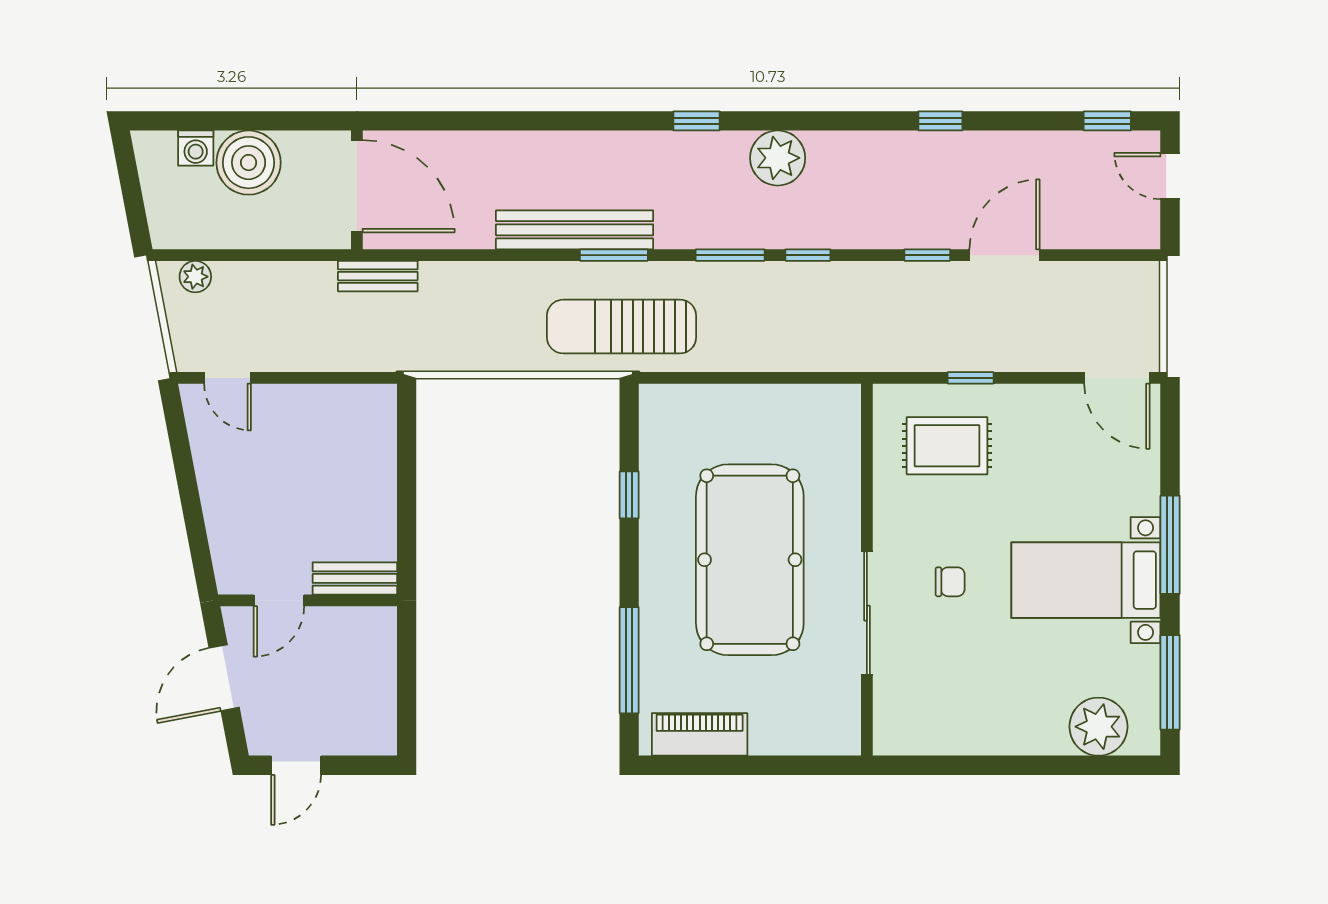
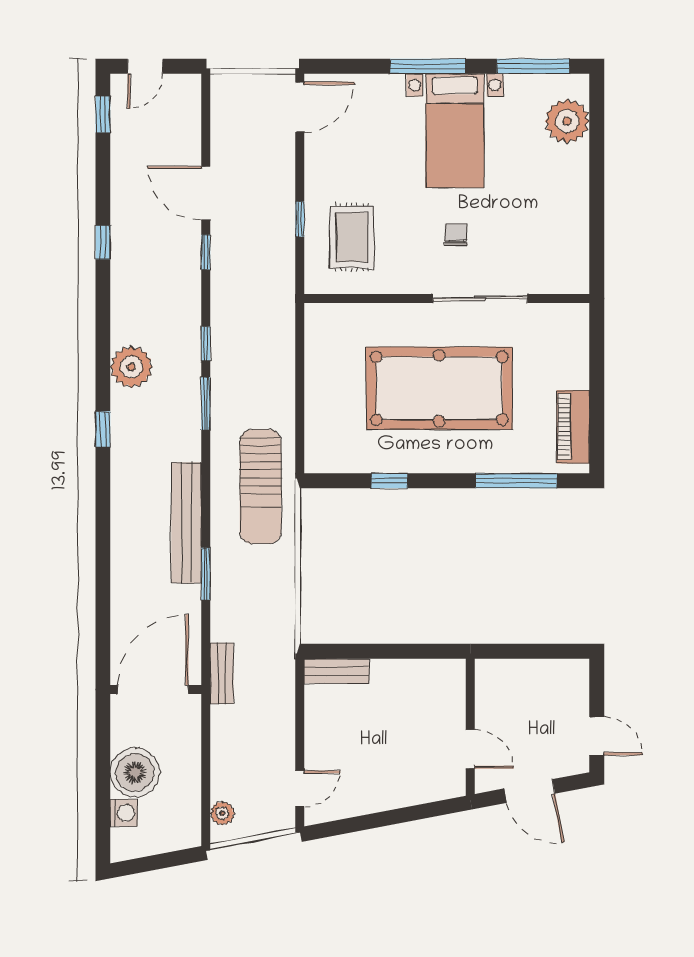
window: (614, 255) -> (206, 574), moved
bench: (355, 578) -> (337, 671), moved, turned 90

